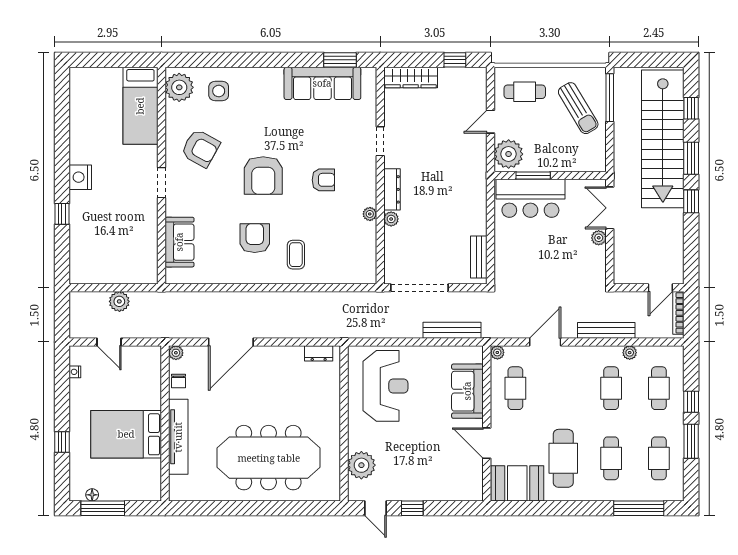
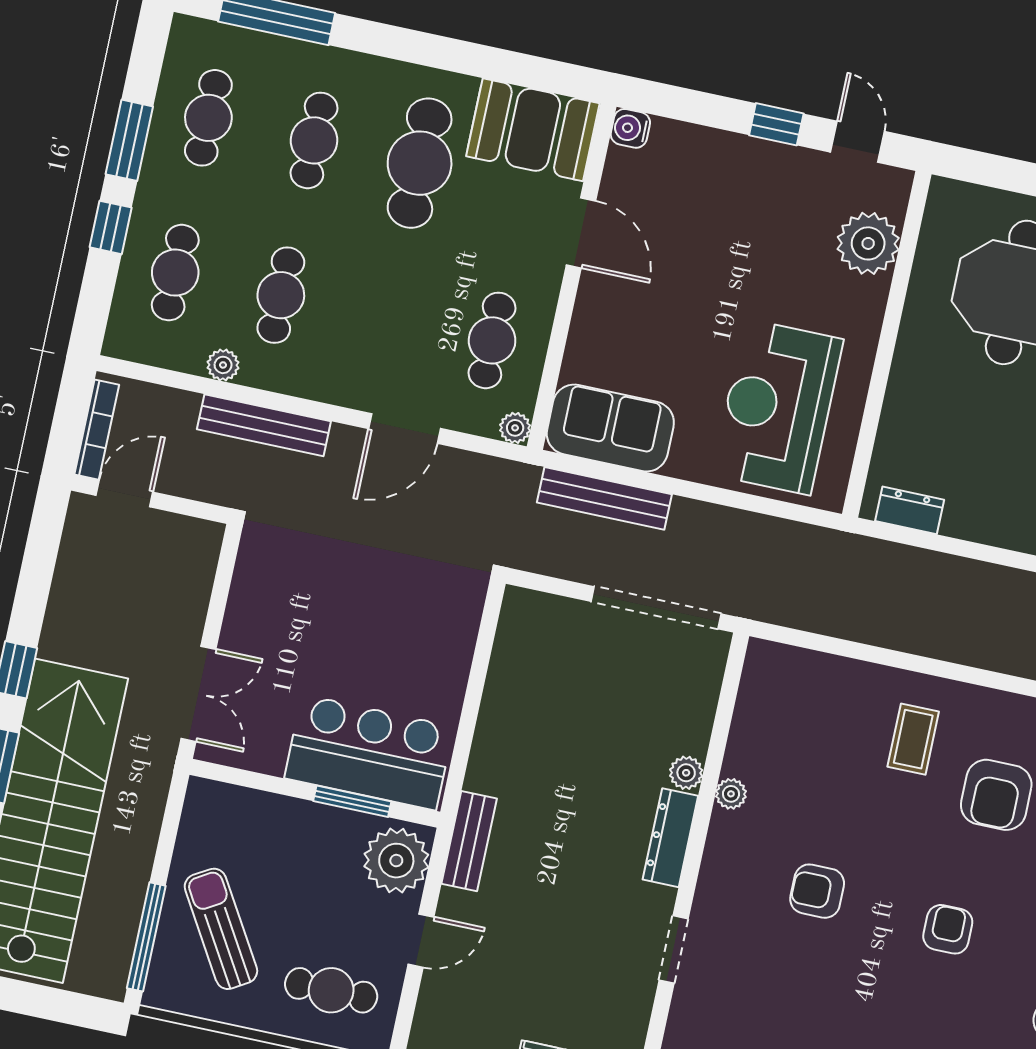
armchair: (263, 175) -> (948, 929), width x0.53, depth x0.53
plant: (599, 238) -> (237, 633), removed
bench: (479, 257) -> (469, 841), moved
sofa: (467, 391) -> (610, 428), moved, turned -90
water cooler: (475, 493) -> (630, 128), added

